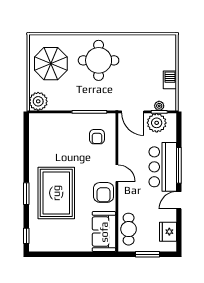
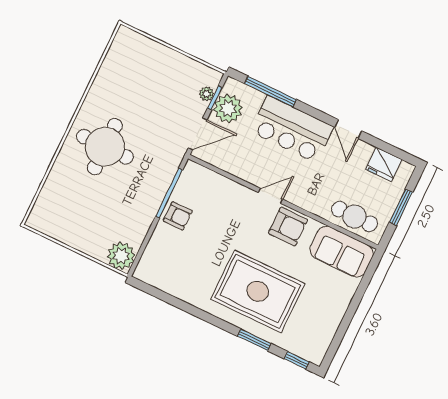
parasol: (51, 64) -> (78, 214), removed
barbecue: (170, 80) -> (178, 62), removed
armchair: (97, 137) -> (178, 216), moved
window: (179, 165) -> (270, 92), moved
window: (26, 194) -> (254, 340), moved

